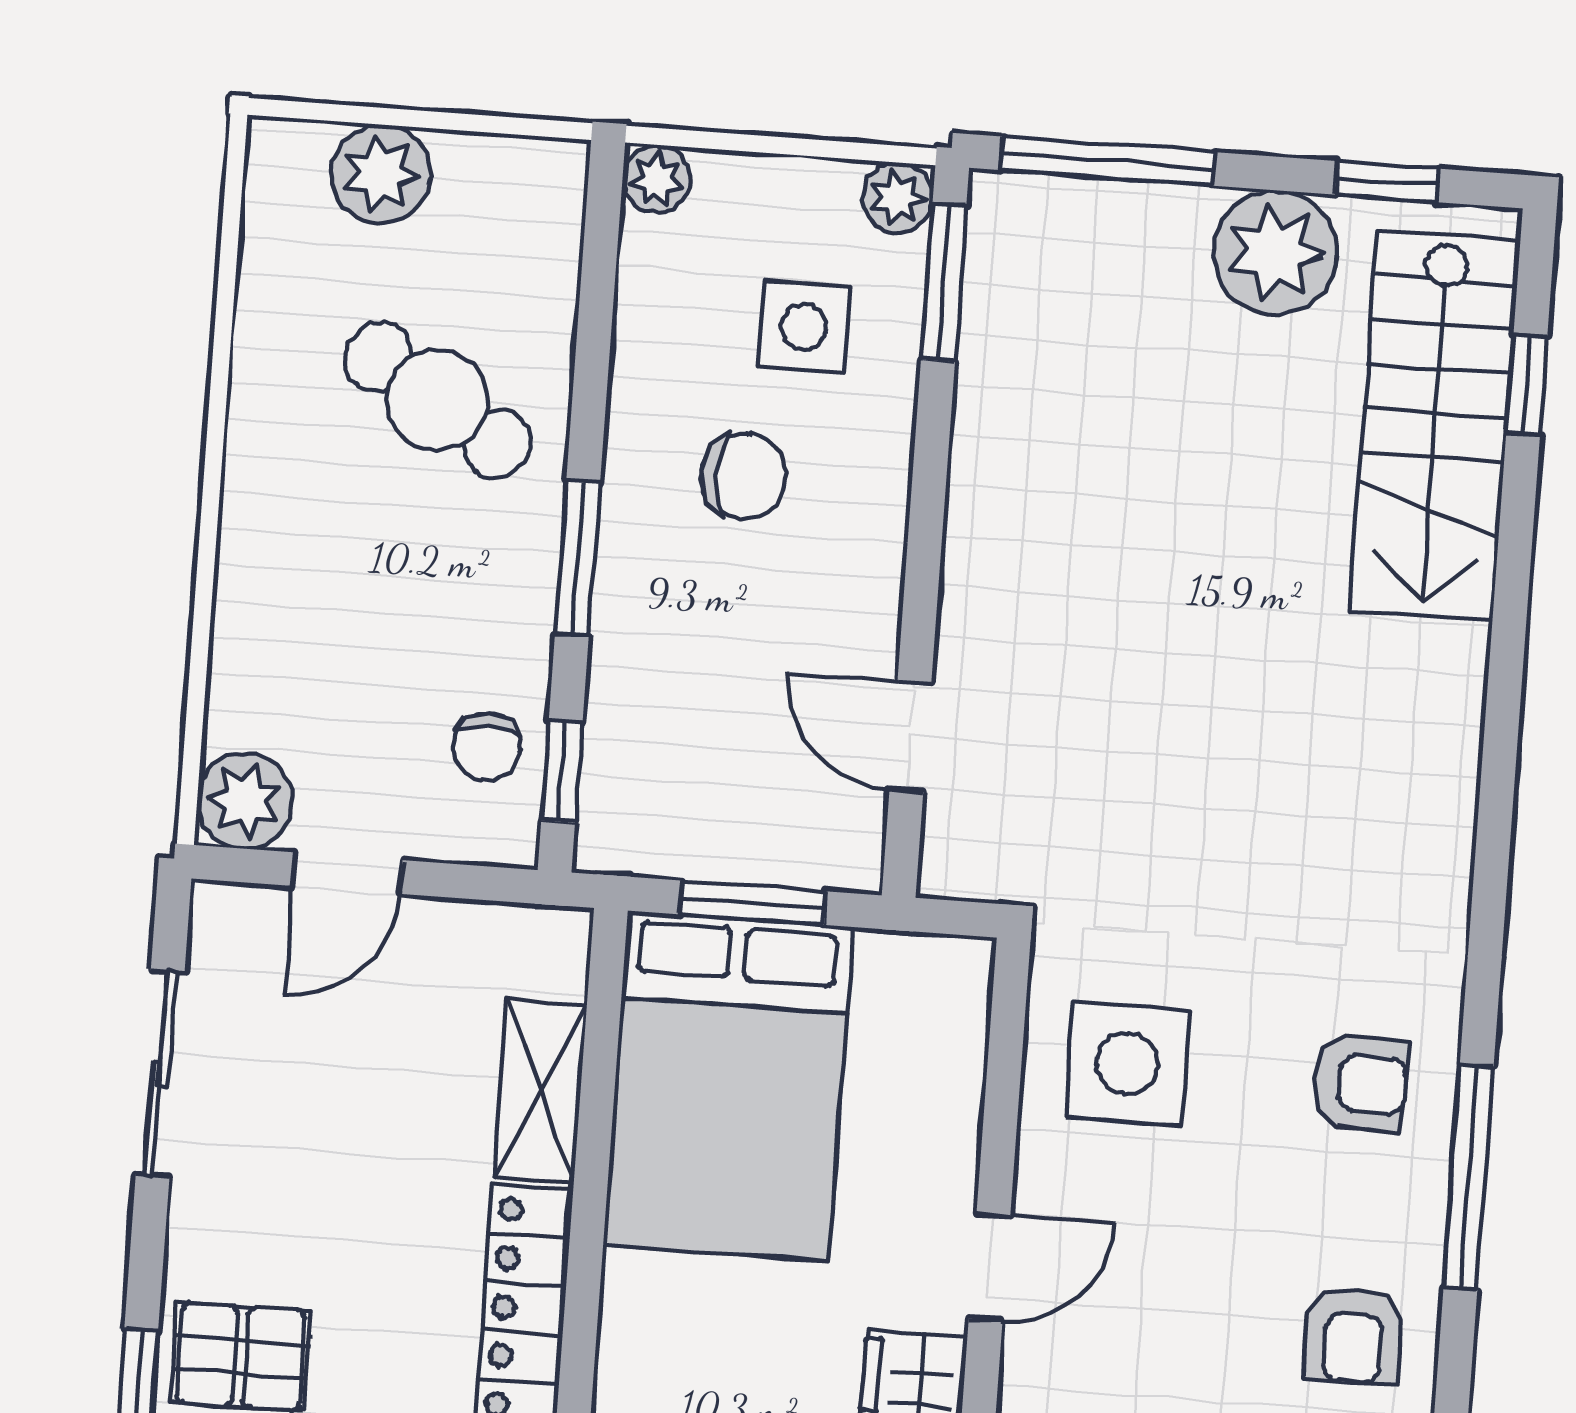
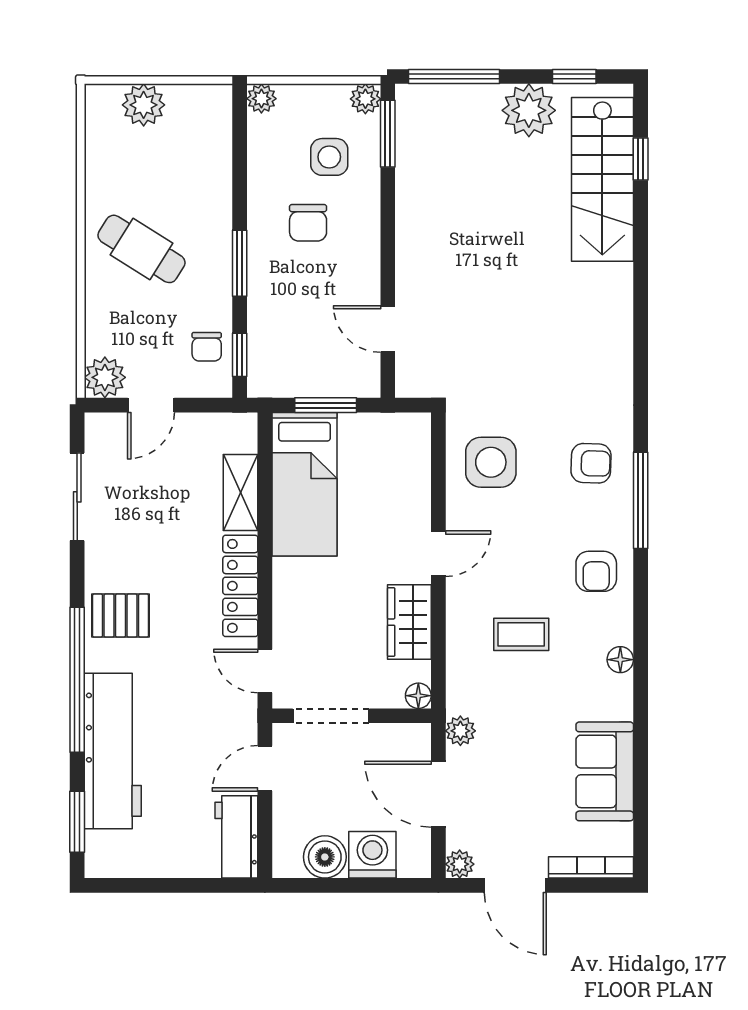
cafe table: (438, 400) -> (141, 249), moved
chair: (743, 476) -> (308, 223), turned 90
bed: (728, 1086) -> (305, 484), width x0.67

